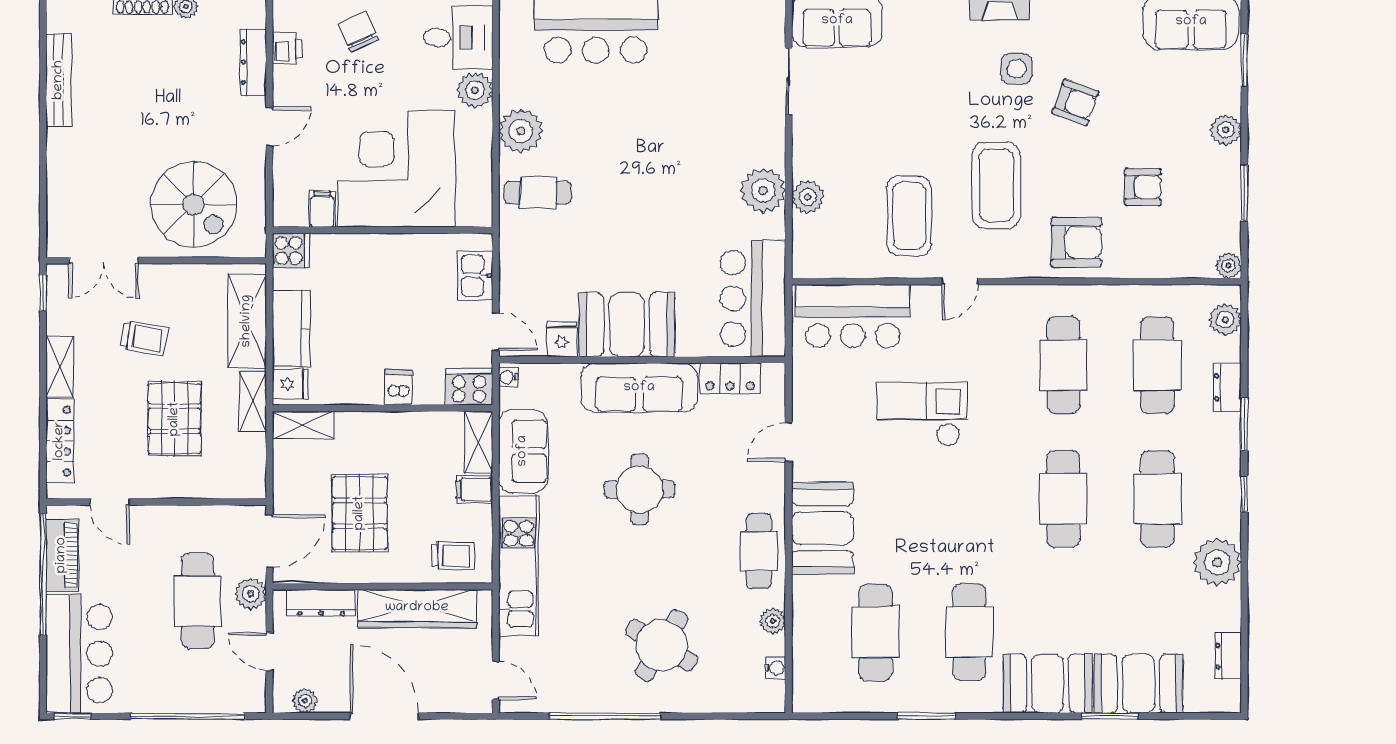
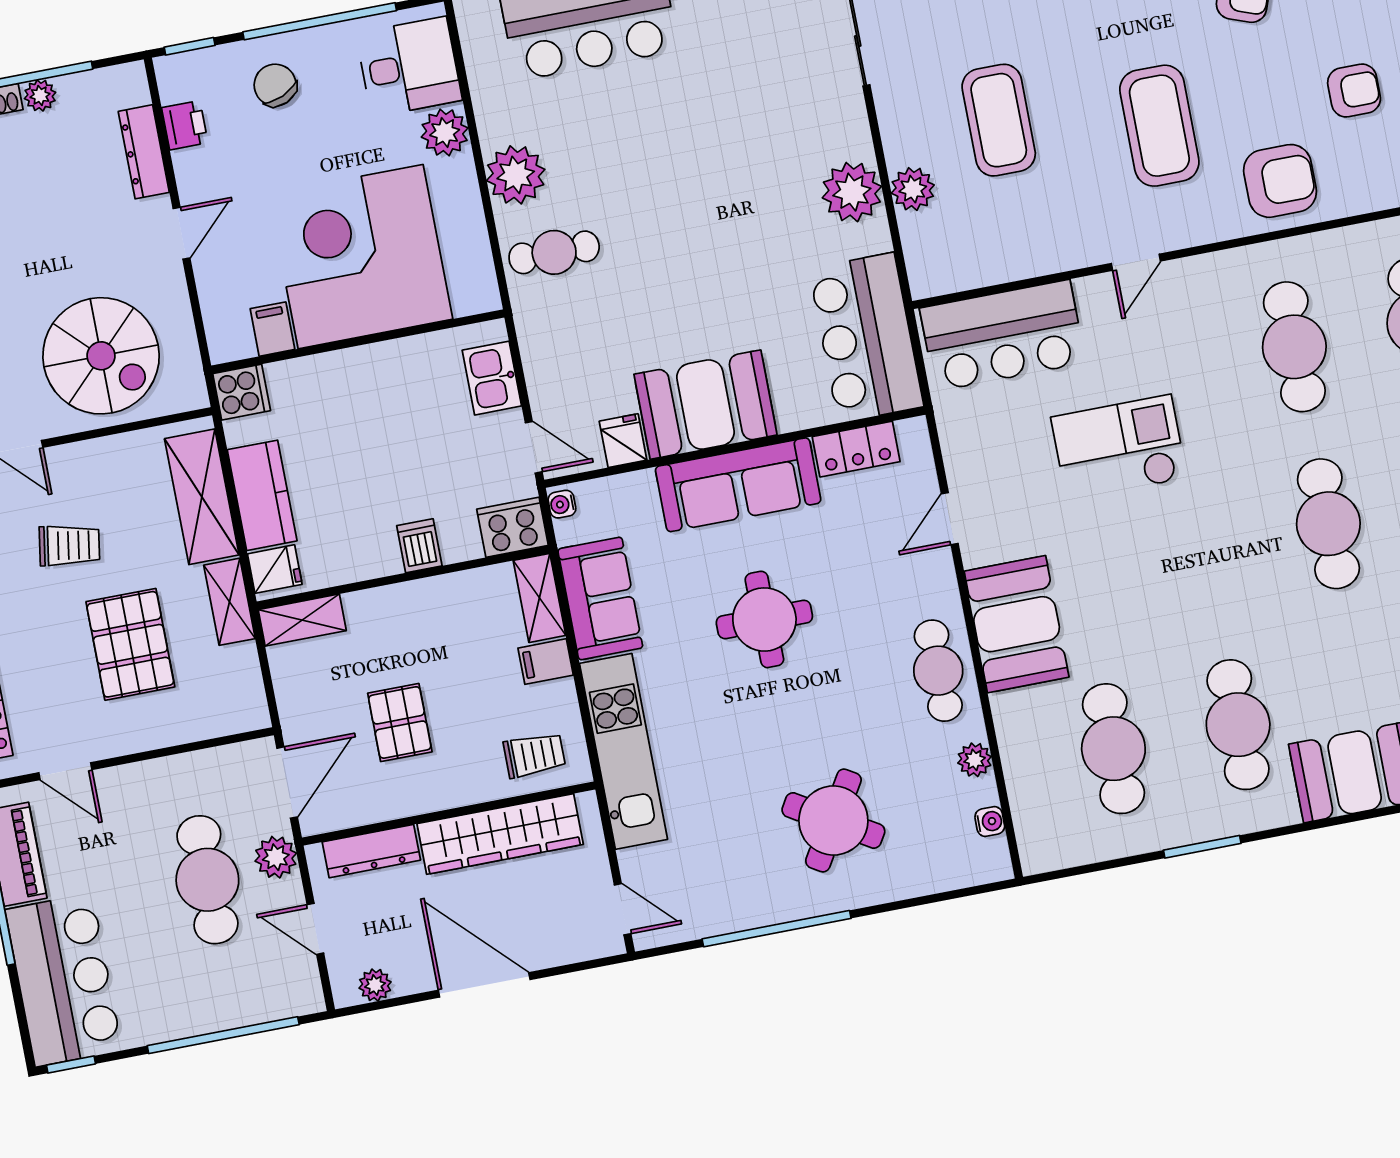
coffee table: (909, 216) -> (999, 120), moved
pallet: (360, 513) -> (400, 722), width x0.67, depth x0.71

